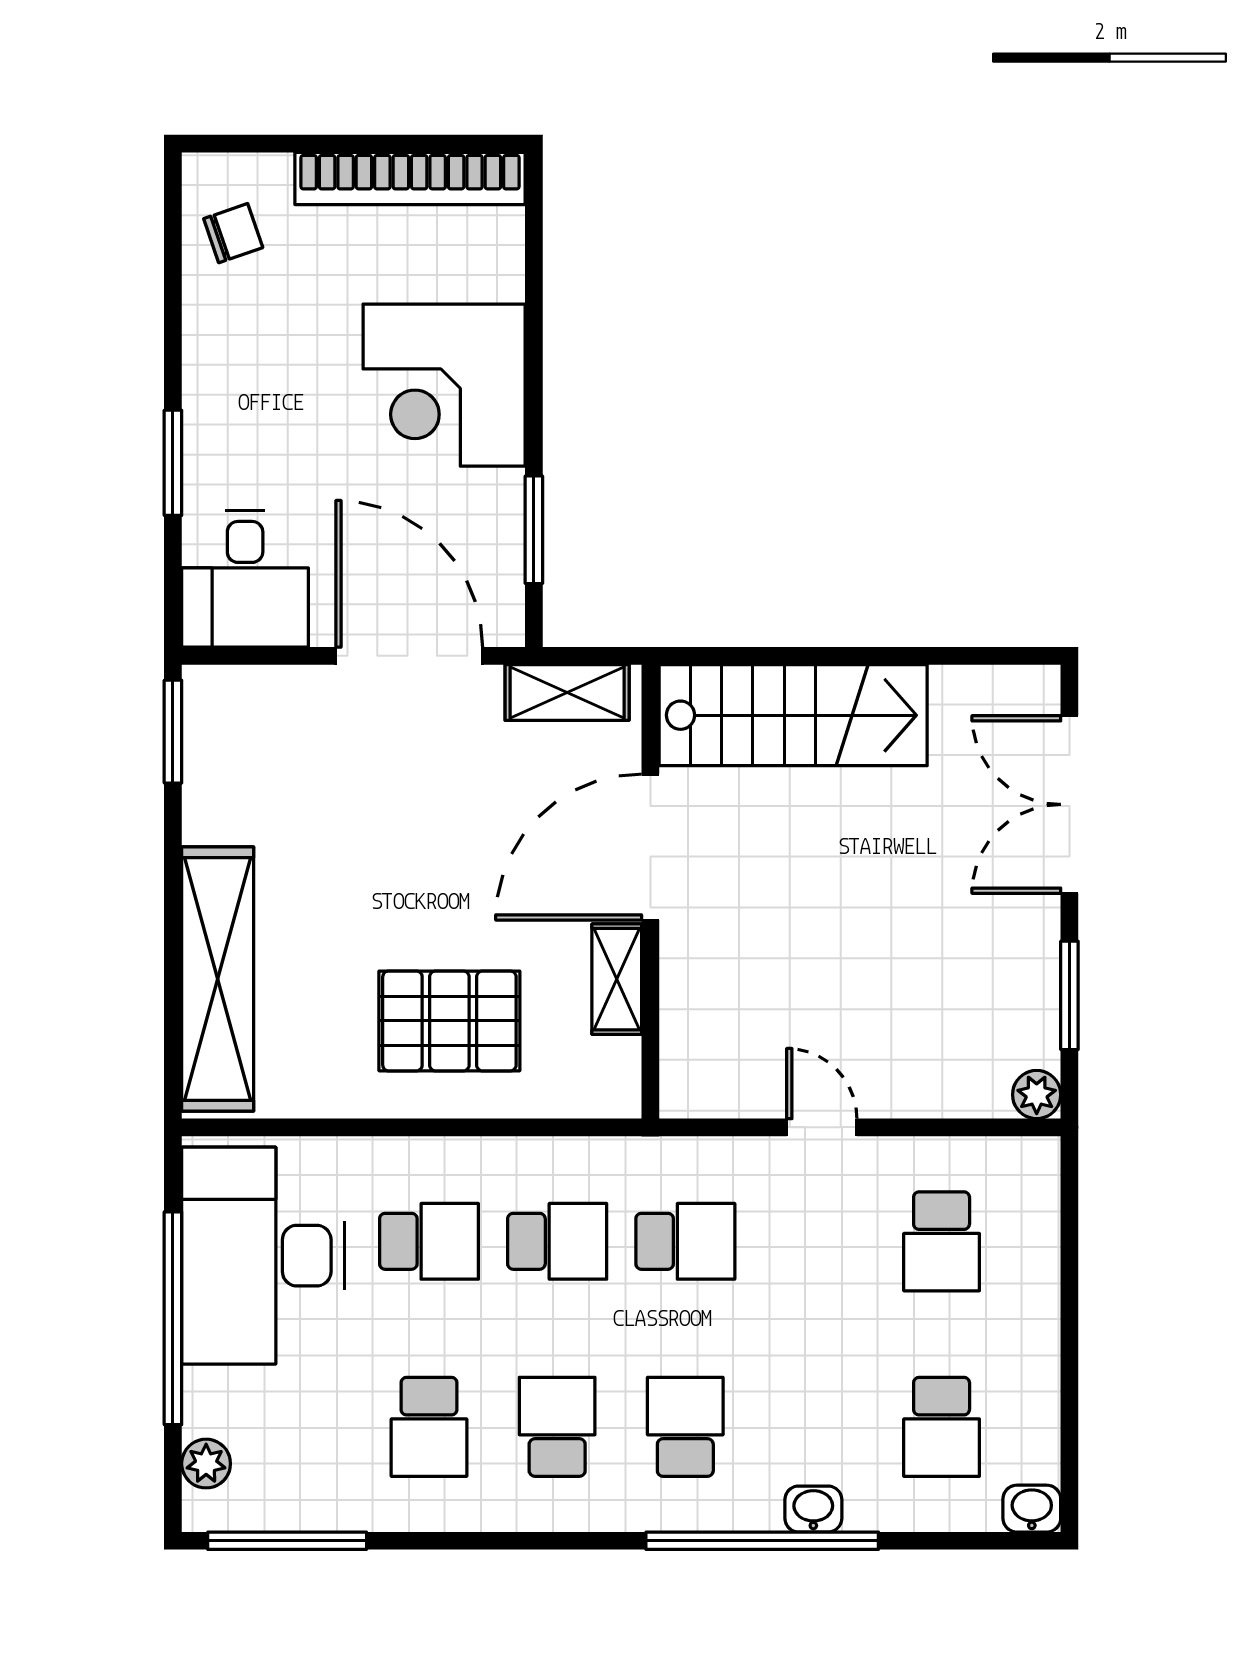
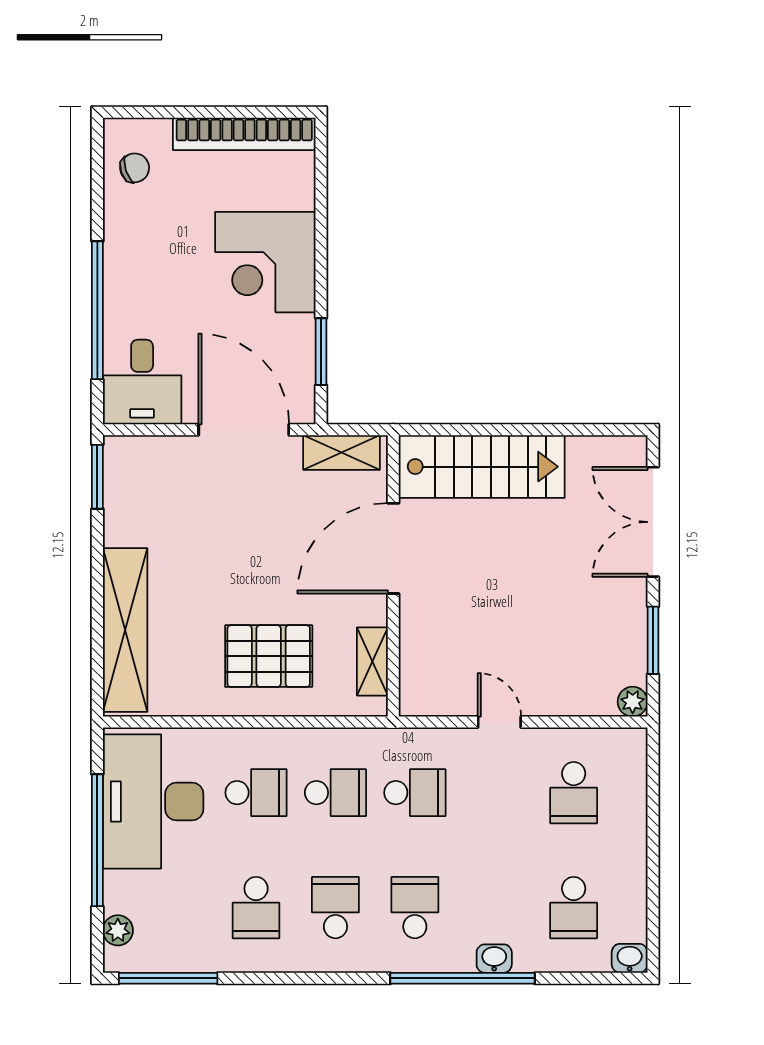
window: (173, 463) -> (97, 310), width x2.11
shelving: (617, 979) -> (372, 661), moved

